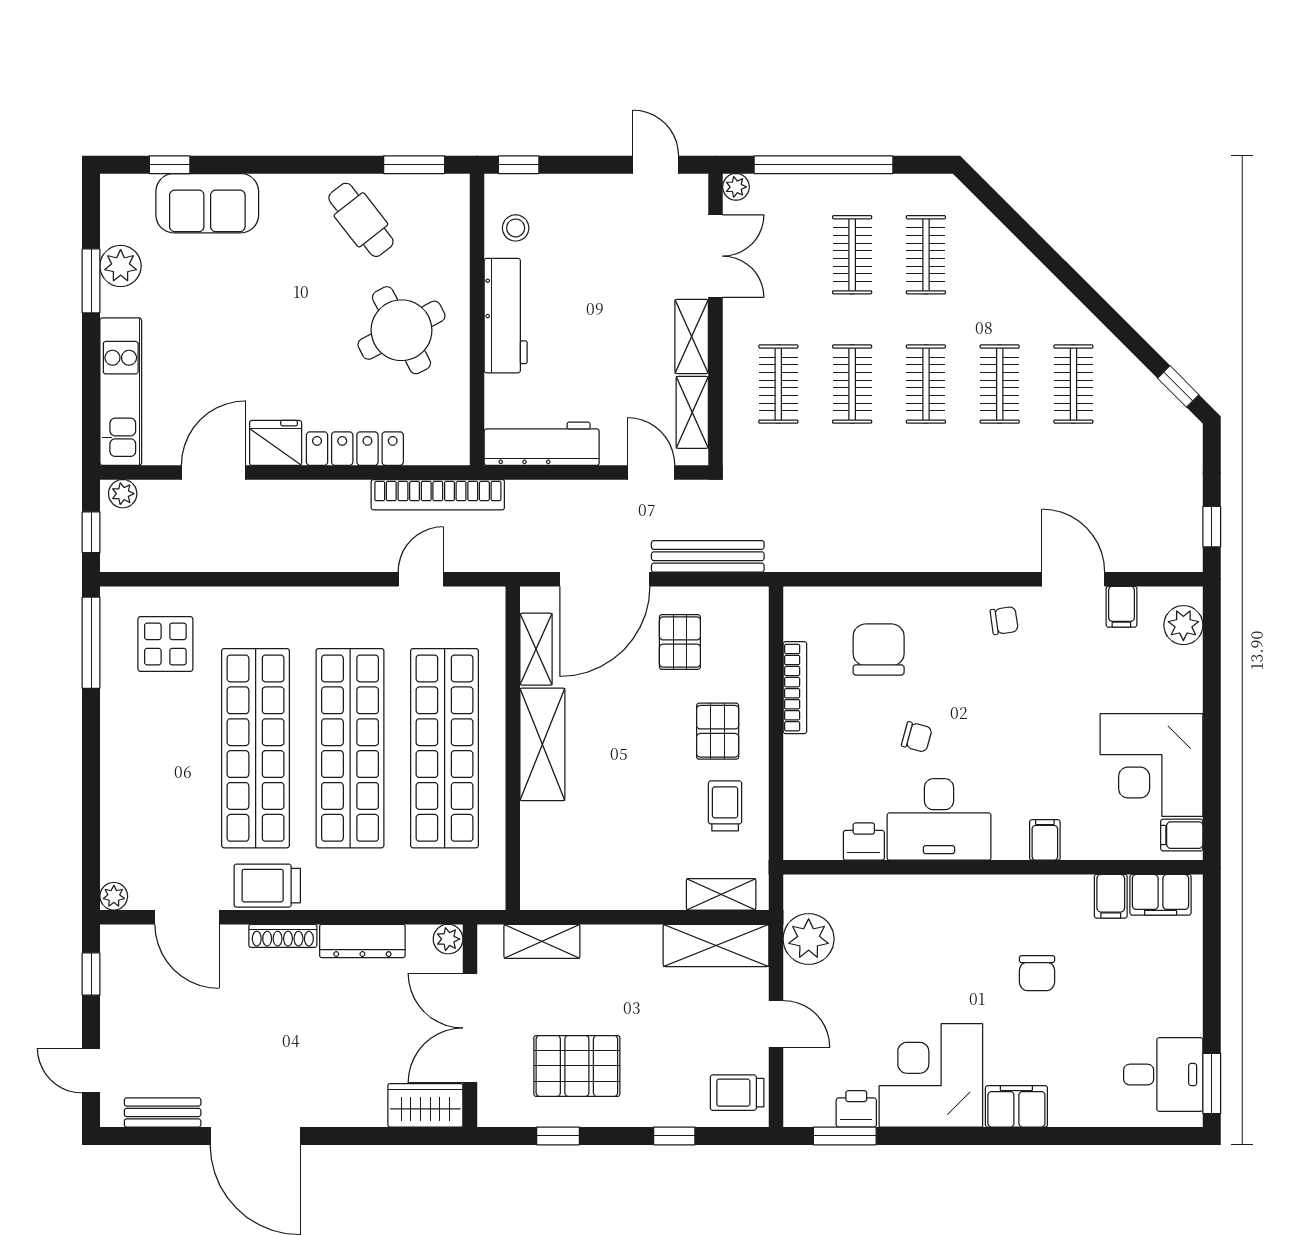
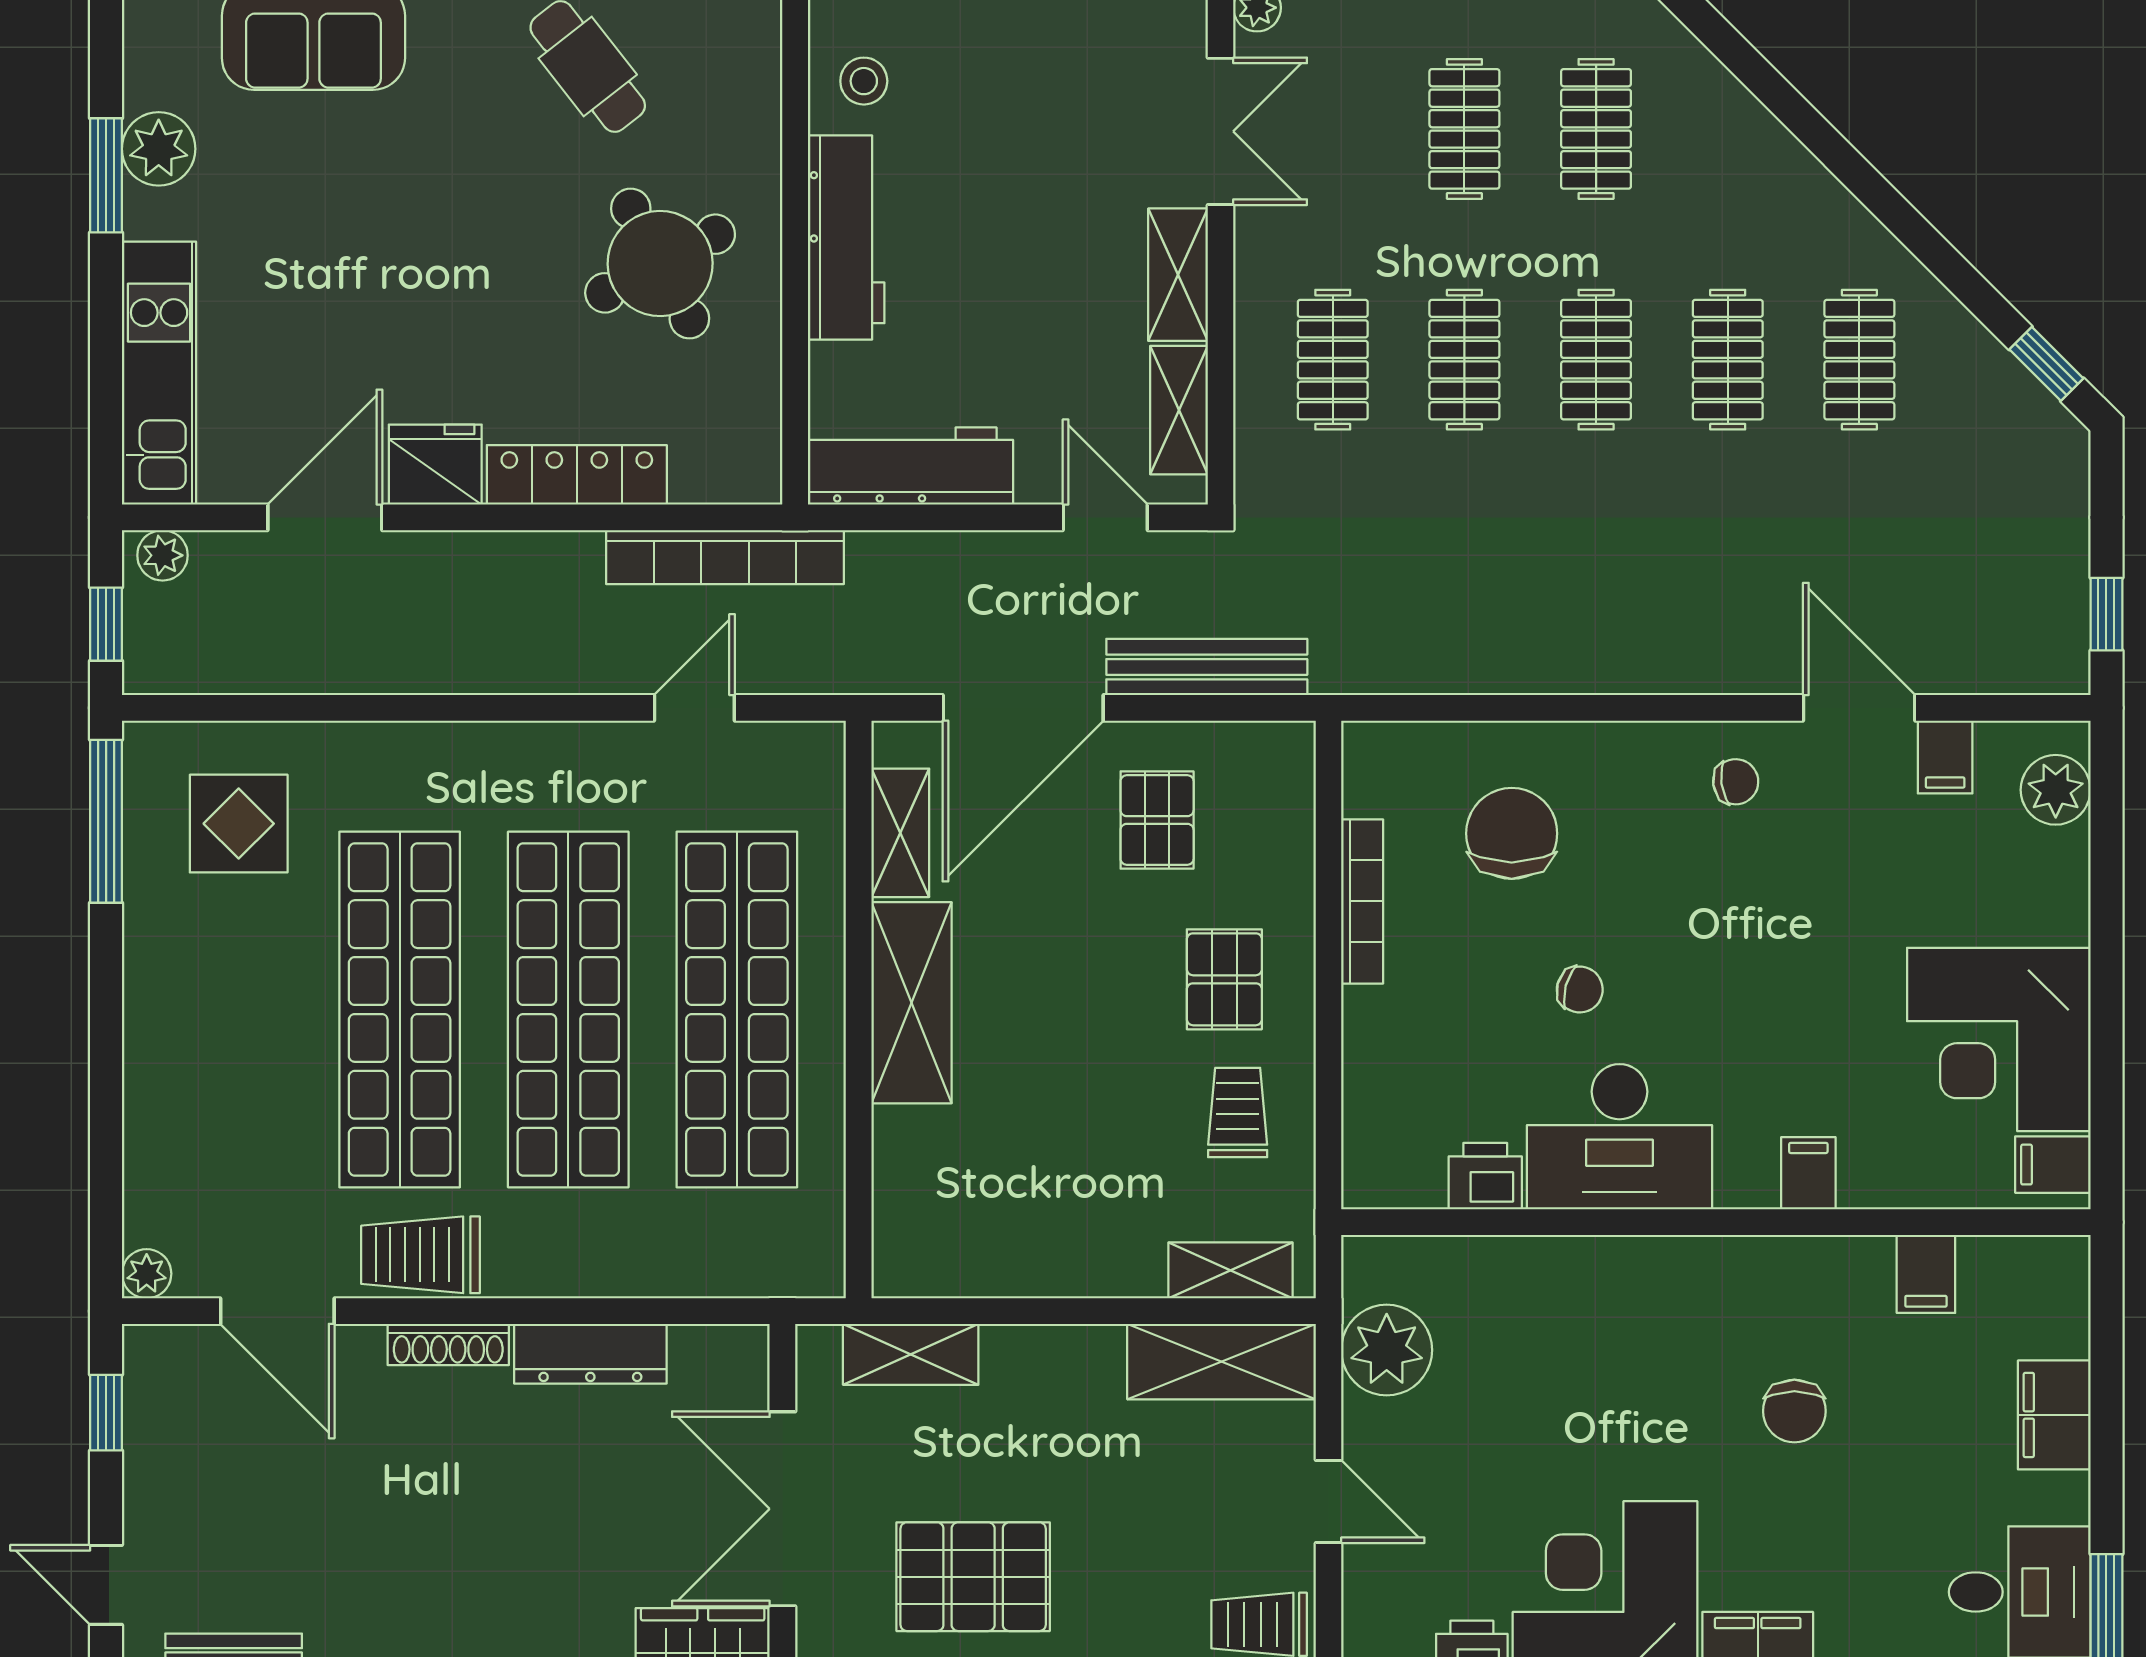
filing cabinet: (1161, 895) -> (2054, 1415), moved, turned 90
plant: (448, 939) -> (743, 1350), removed

